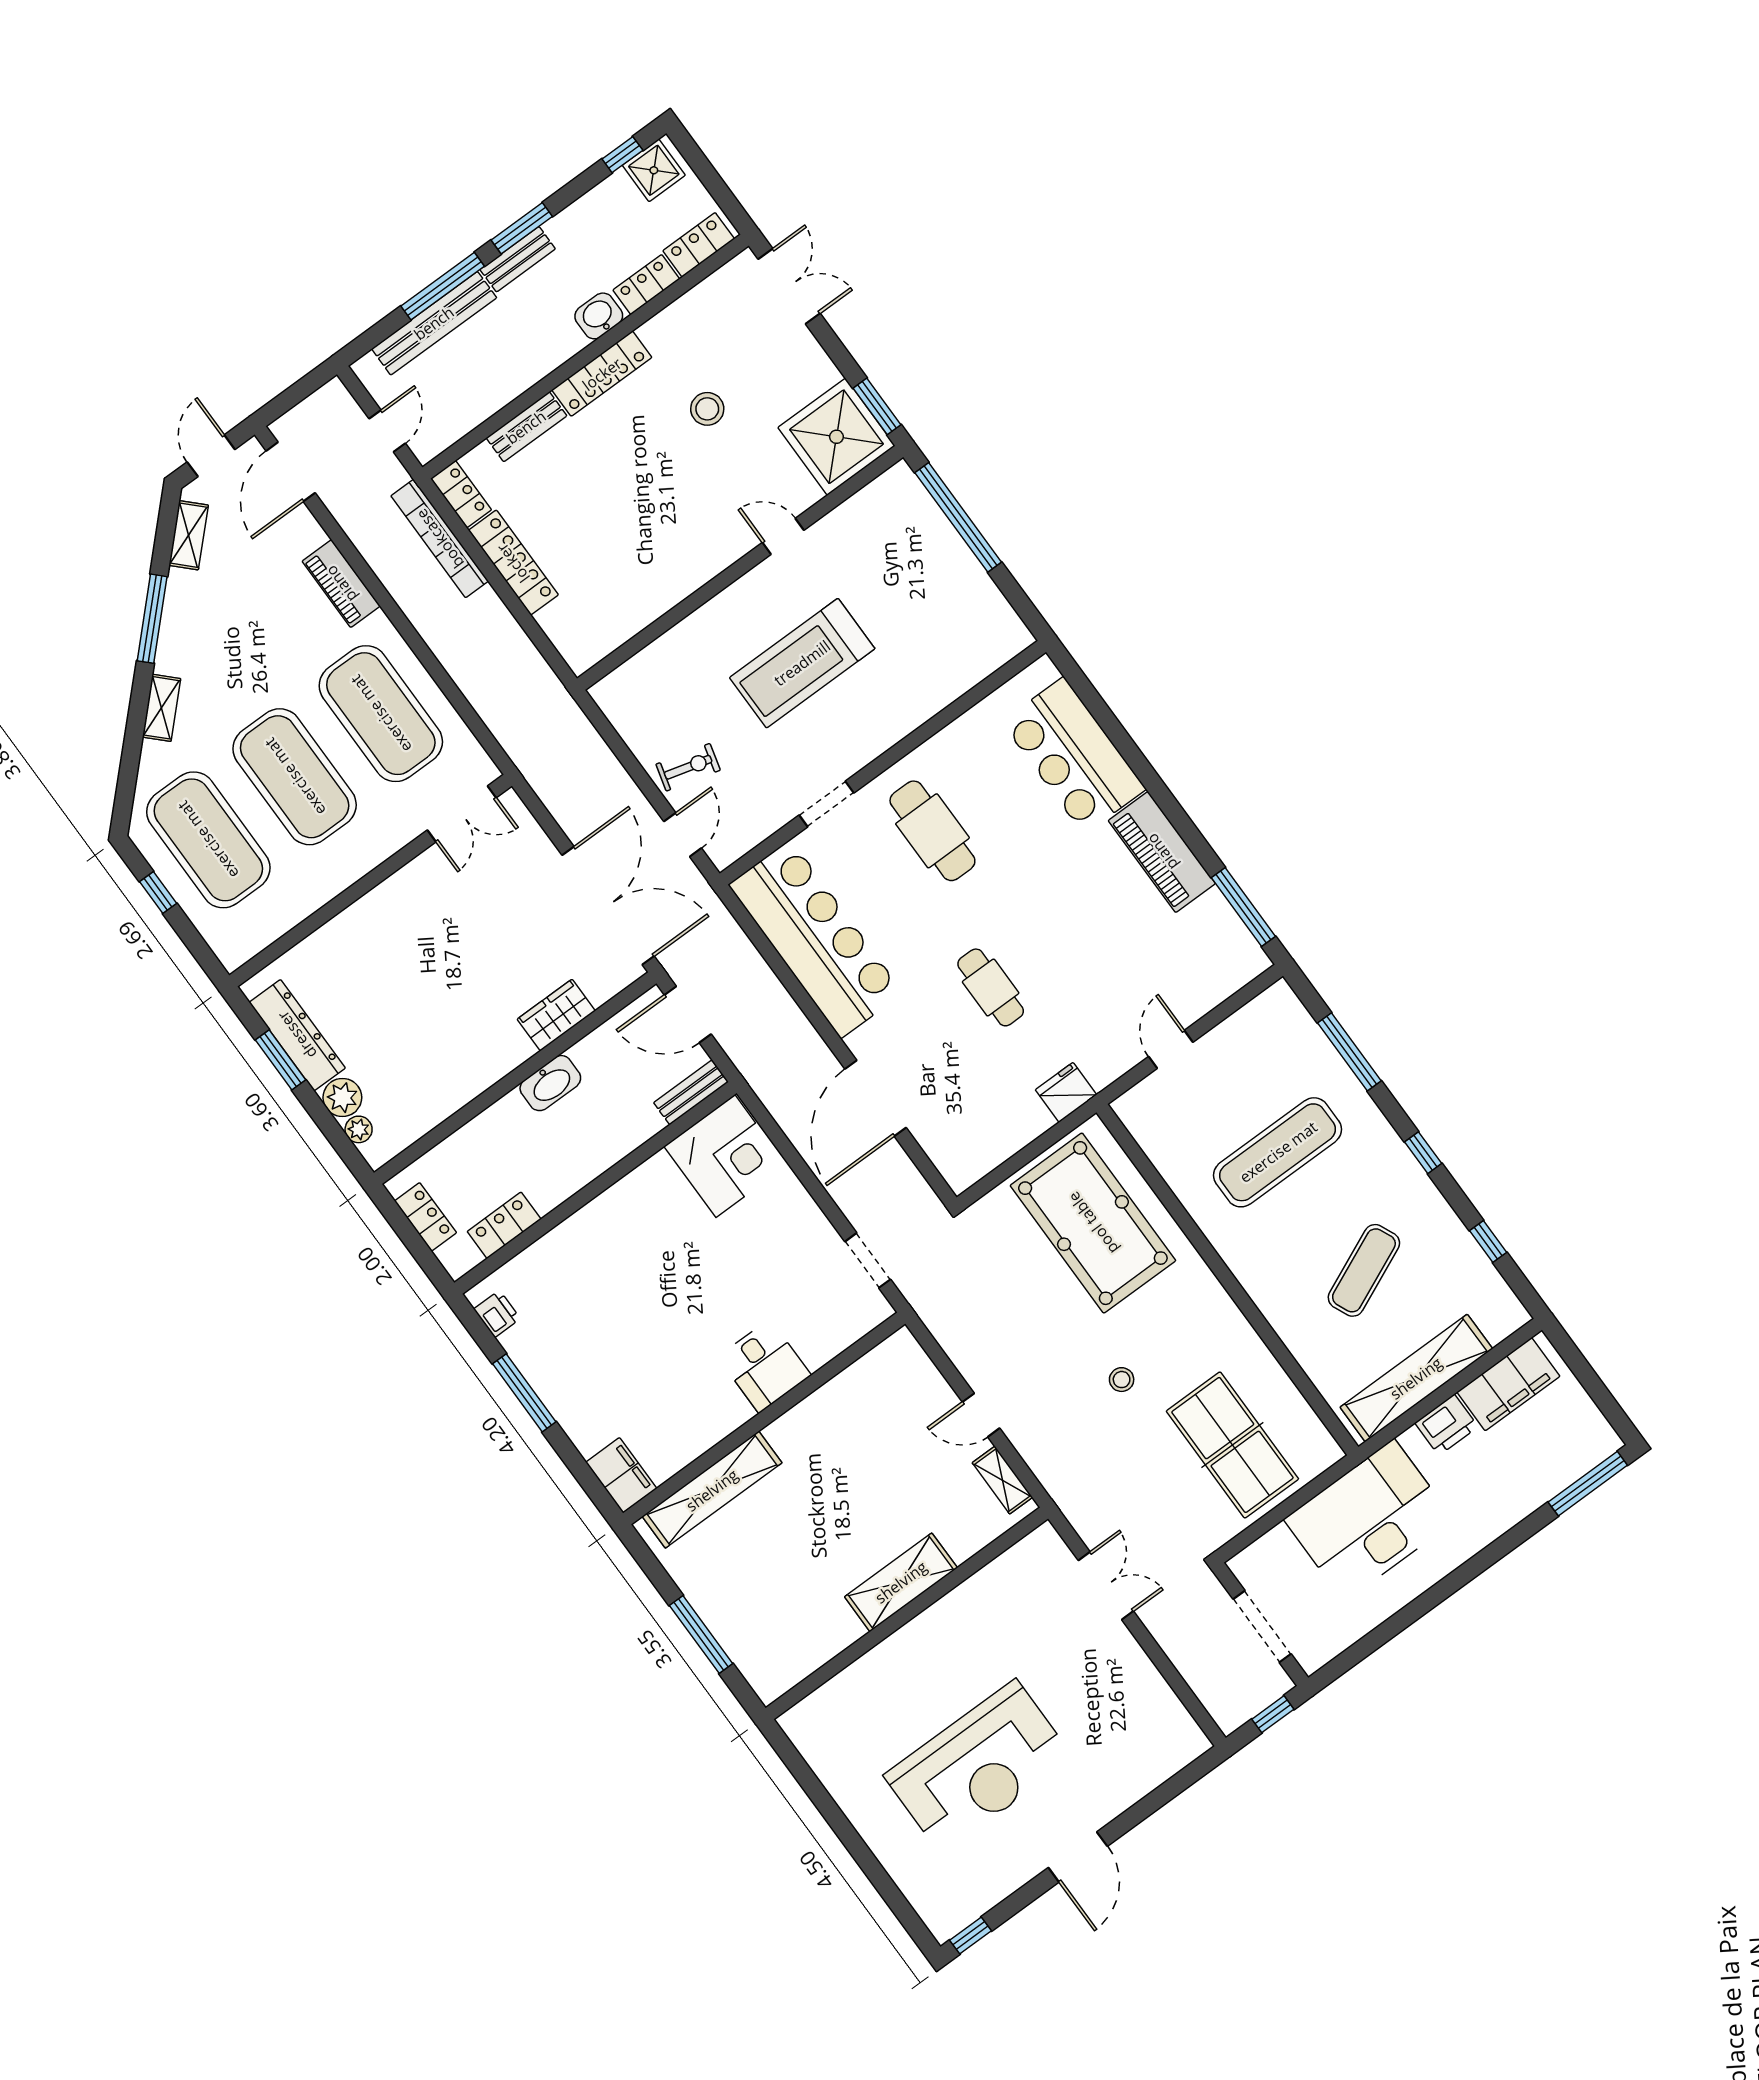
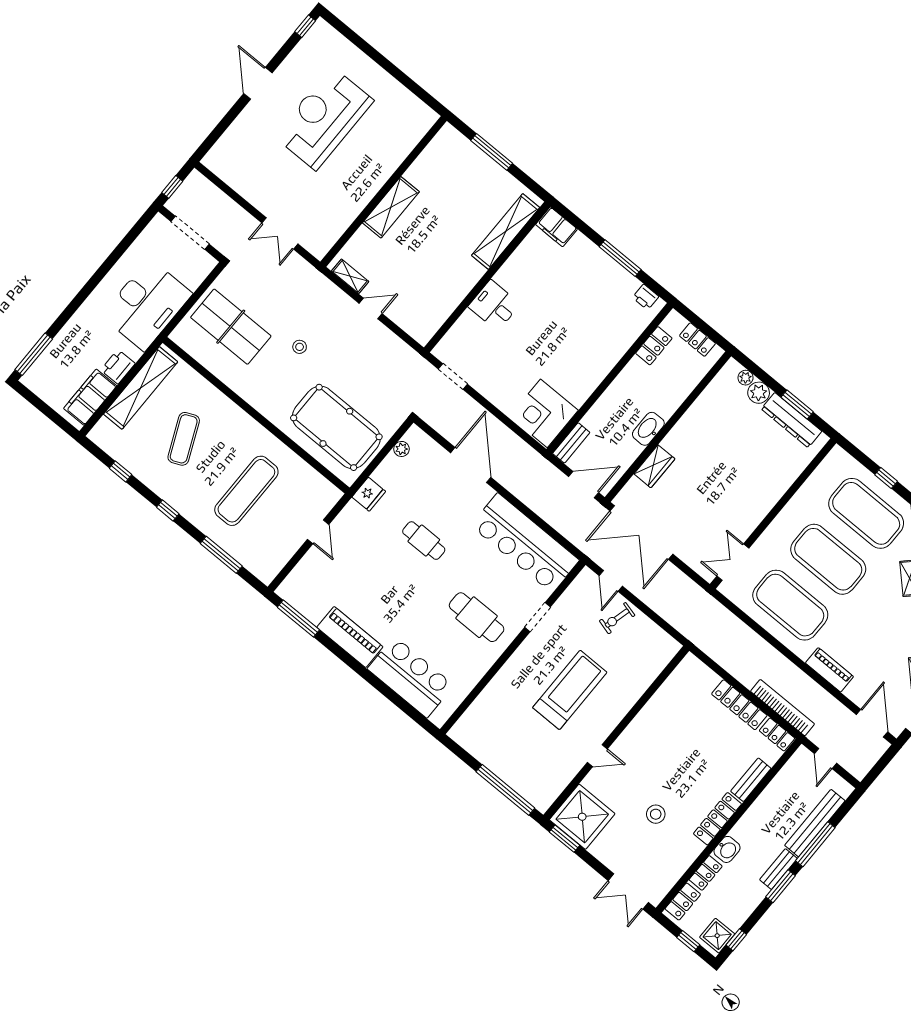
window: (707, 174) -> (688, 941), added
plant: (989, 1157) -> (401, 449), added

